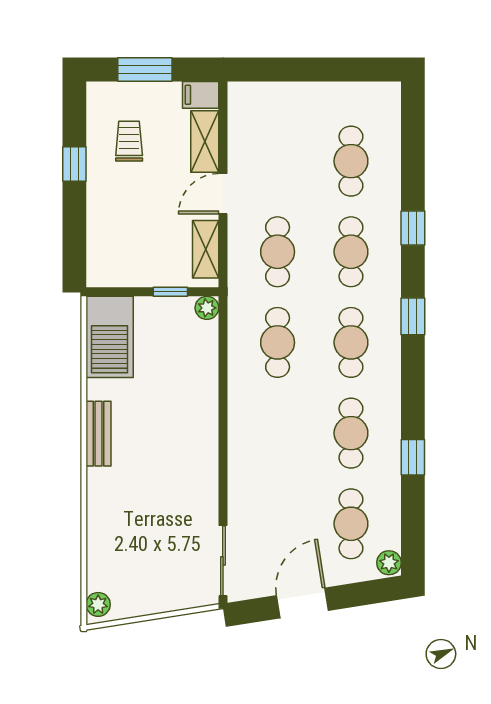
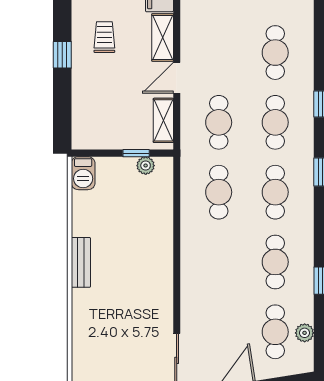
plant: (207, 308) -> (146, 166), moved
barbecue: (110, 337) -> (83, 173), width x0.53, depth x0.65
plant: (389, 563) -> (305, 333), moved

